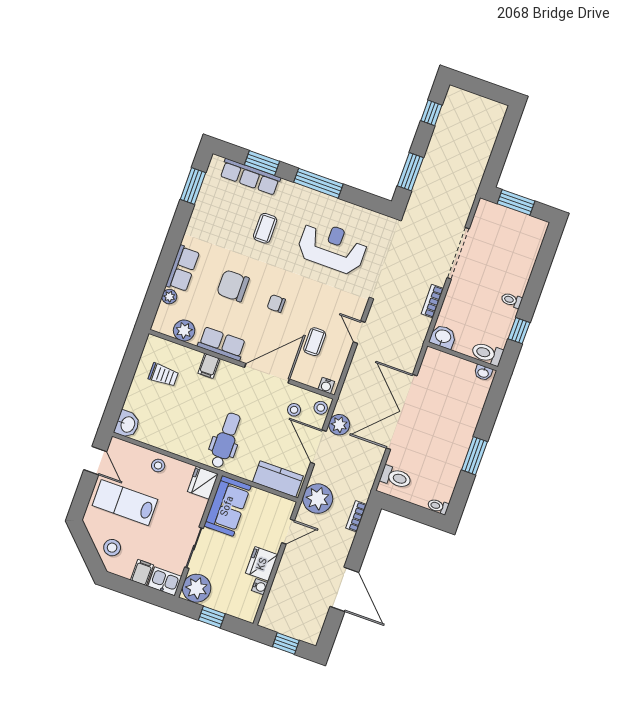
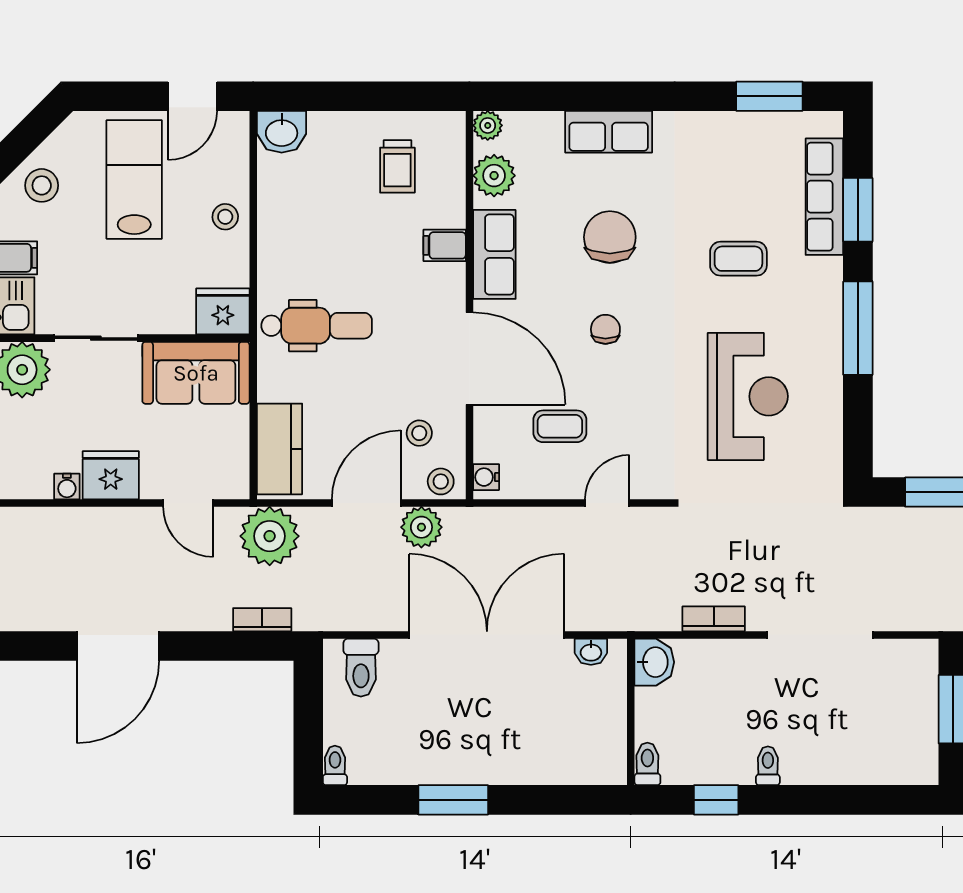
plant: (169, 297) -> (488, 125), moved
toilet: (487, 354) -> (647, 764), width x0.73, depth x0.72
washbasin: (483, 373) -> (591, 652), moved, turned -90

